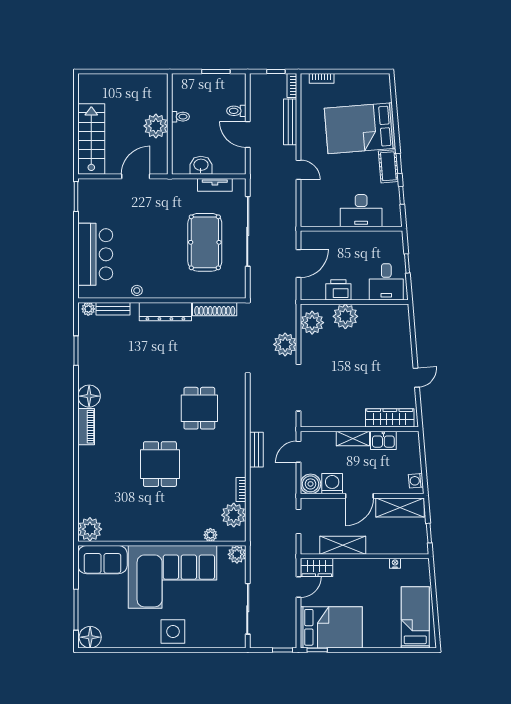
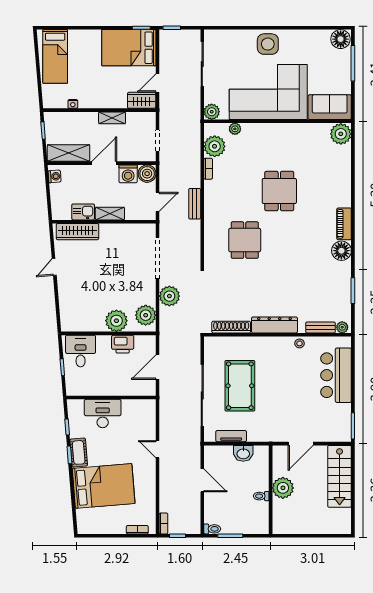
toilet: (236, 111) -> (212, 529), moved
bench: (290, 122) -> (165, 491), removed
shelving: (343, 545) -> (112, 118), width x0.67, depth x0.75

